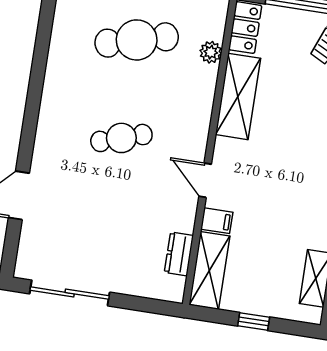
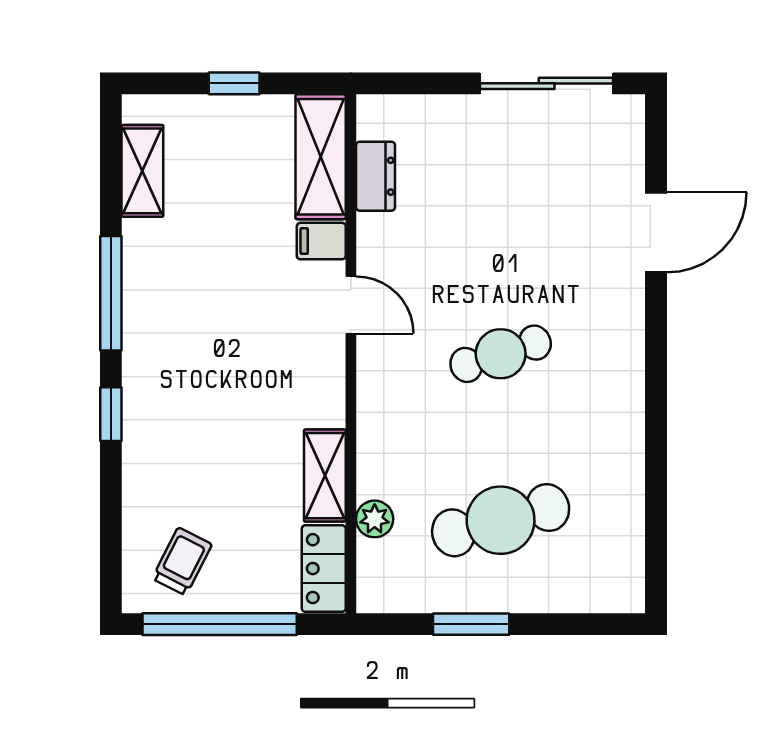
shelving: (238, 96) -> (325, 476), width x0.67, depth x0.75

